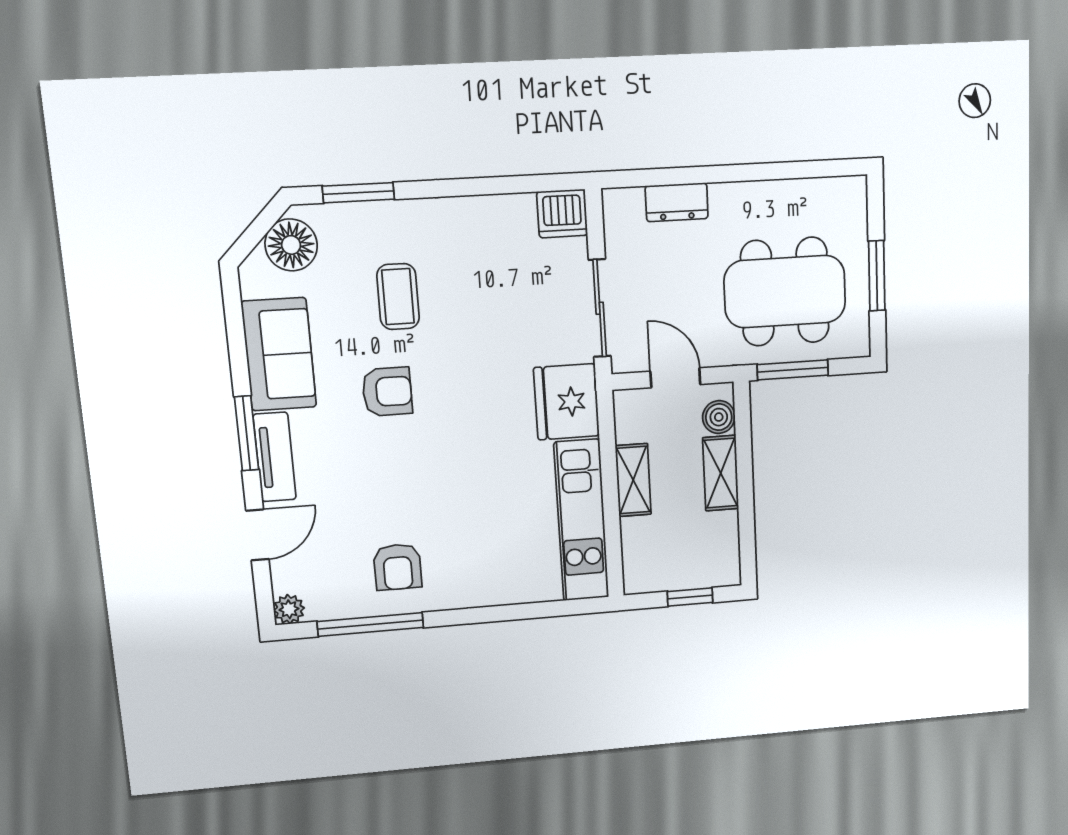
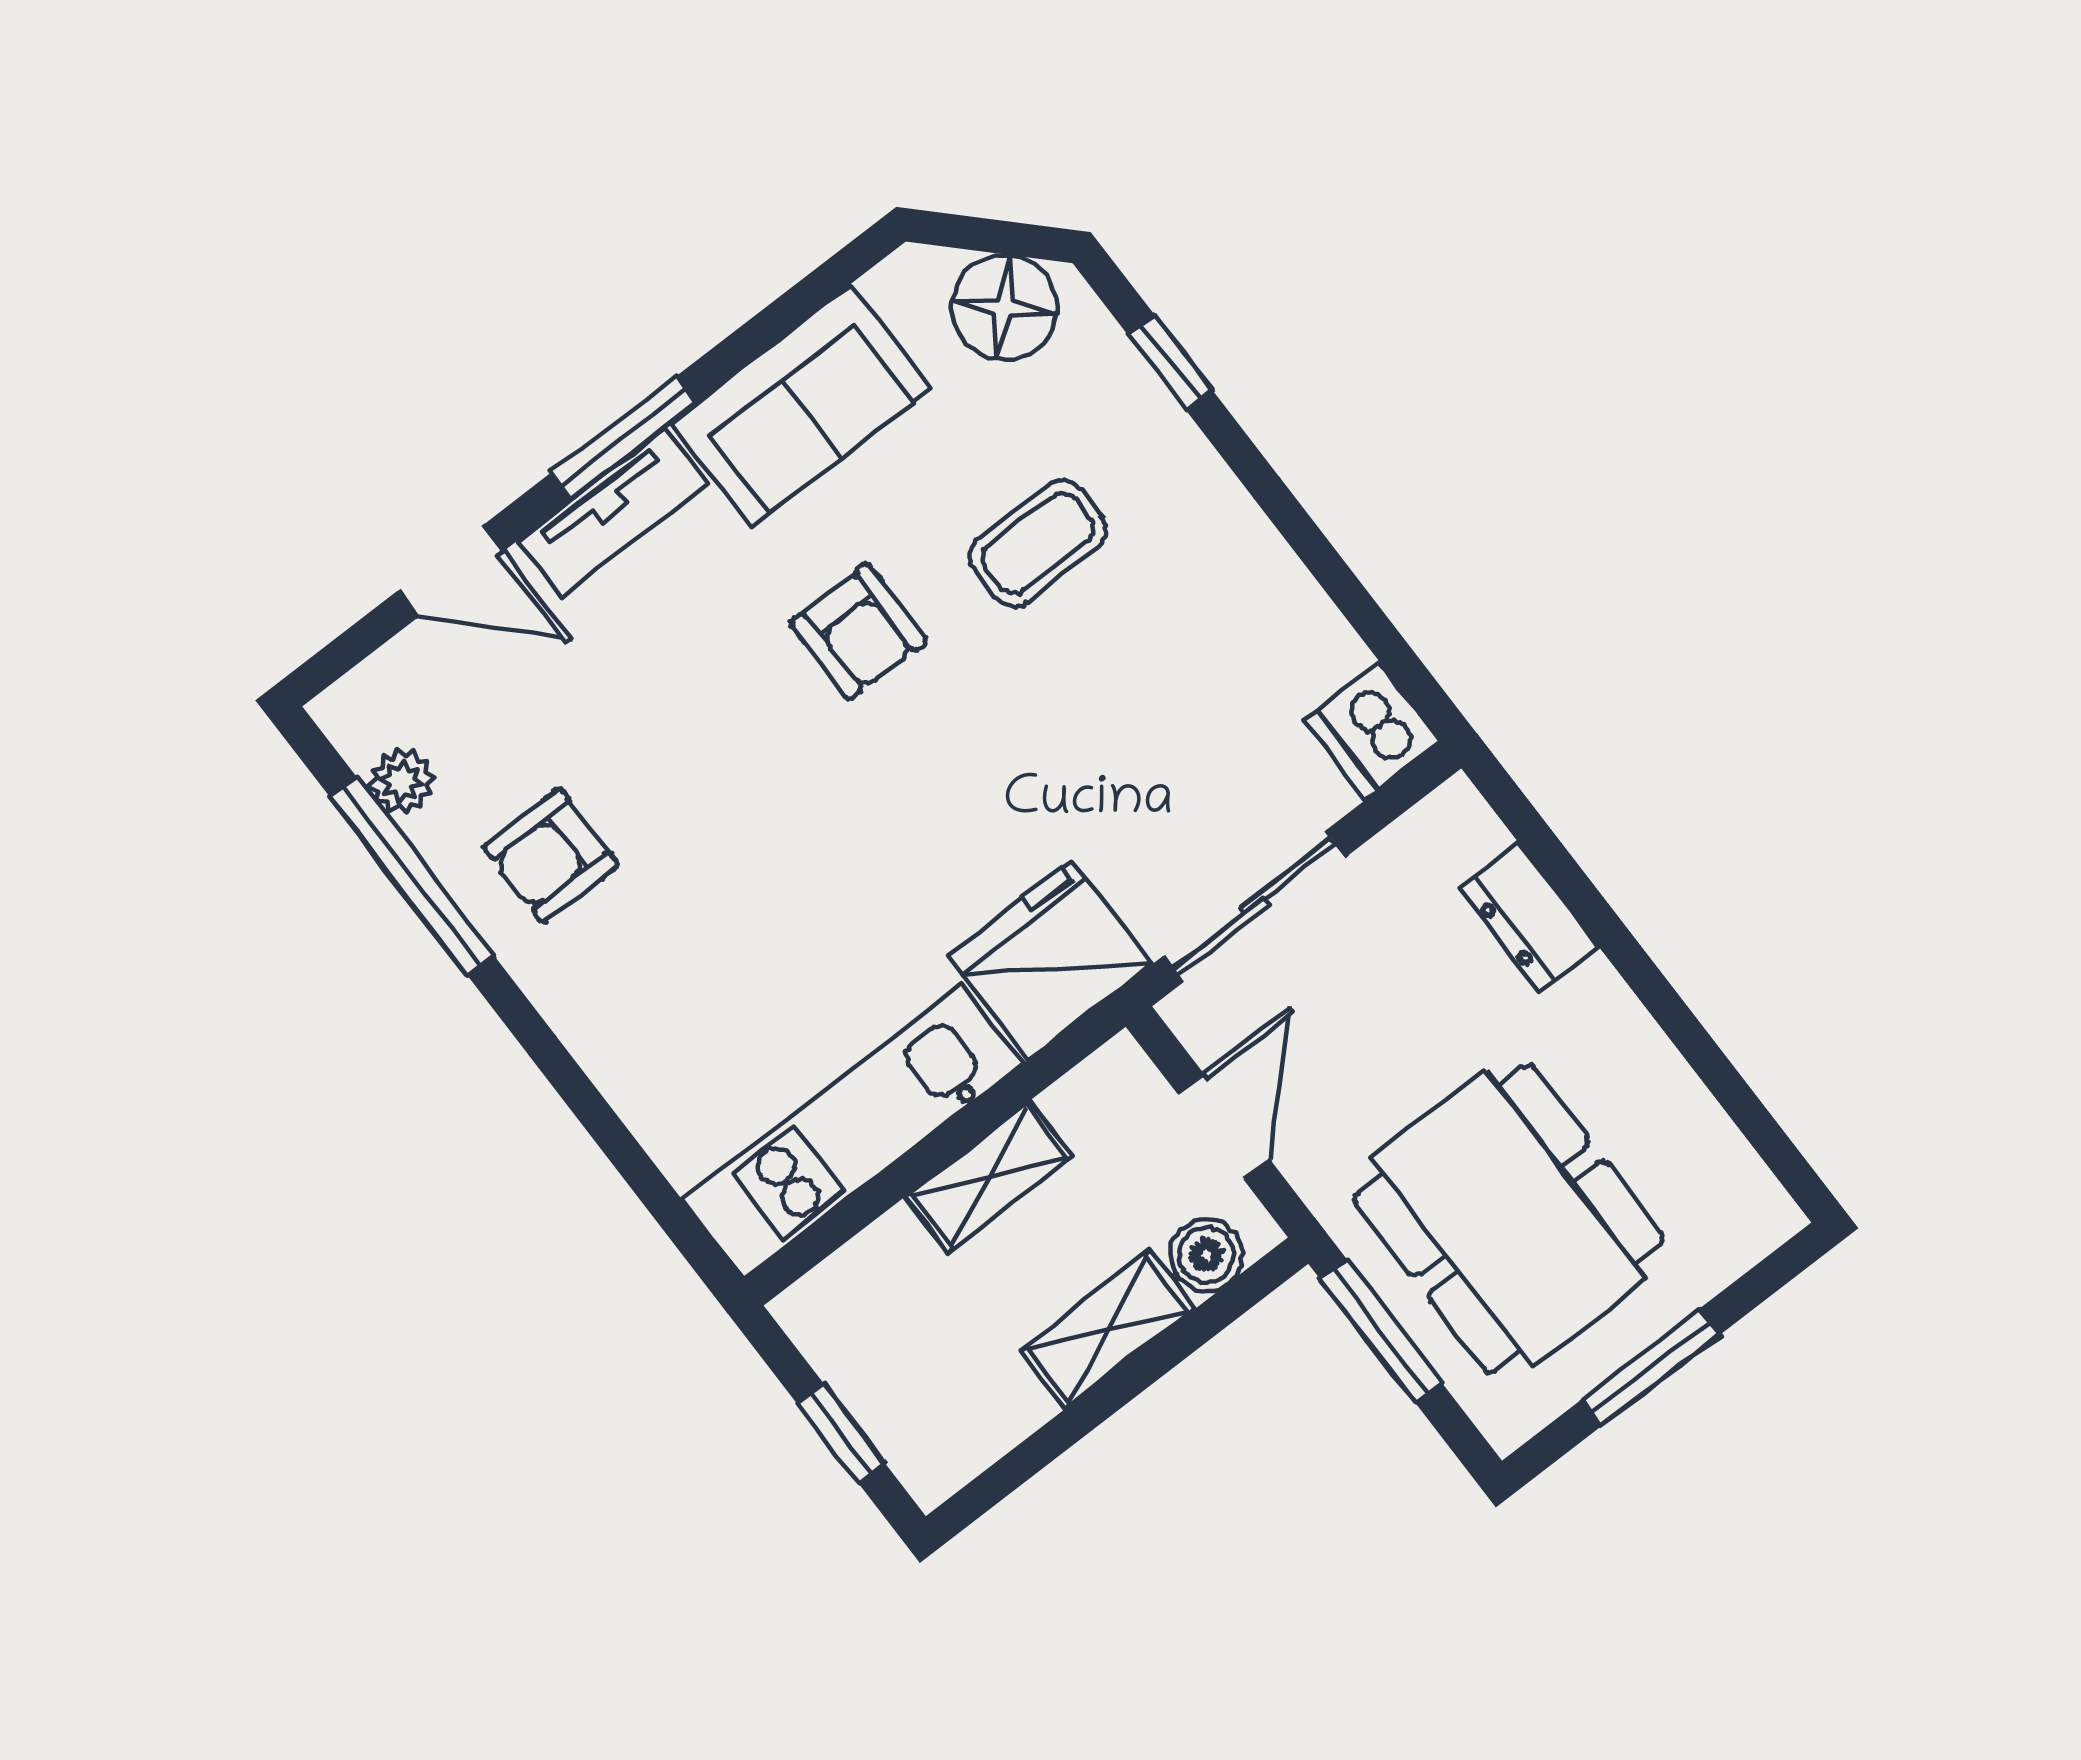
window: (358, 193) -> (1170, 363), width x0.67
plant: (289, 609) -> (401, 782), moved

